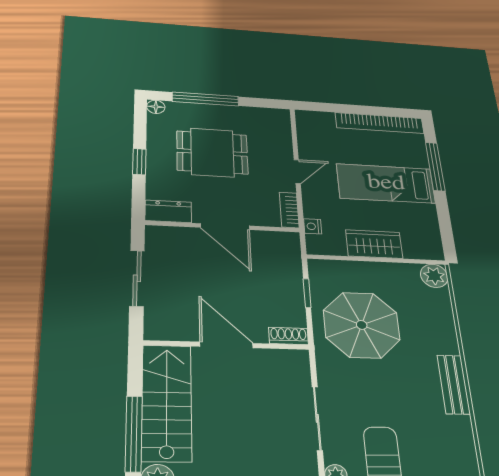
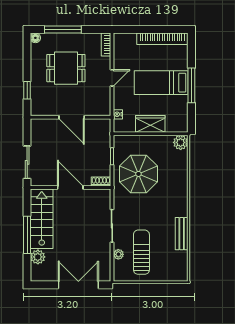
window: (139, 162) -> (27, 90), moved
window: (435, 166) -> (191, 85), moved
bookcase: (289, 210) -> (106, 45), moved
dresser: (168, 211) -> (42, 109), removed
sliding door: (137, 278) -> (27, 162), moved
bench: (454, 384) -> (182, 234), moved

